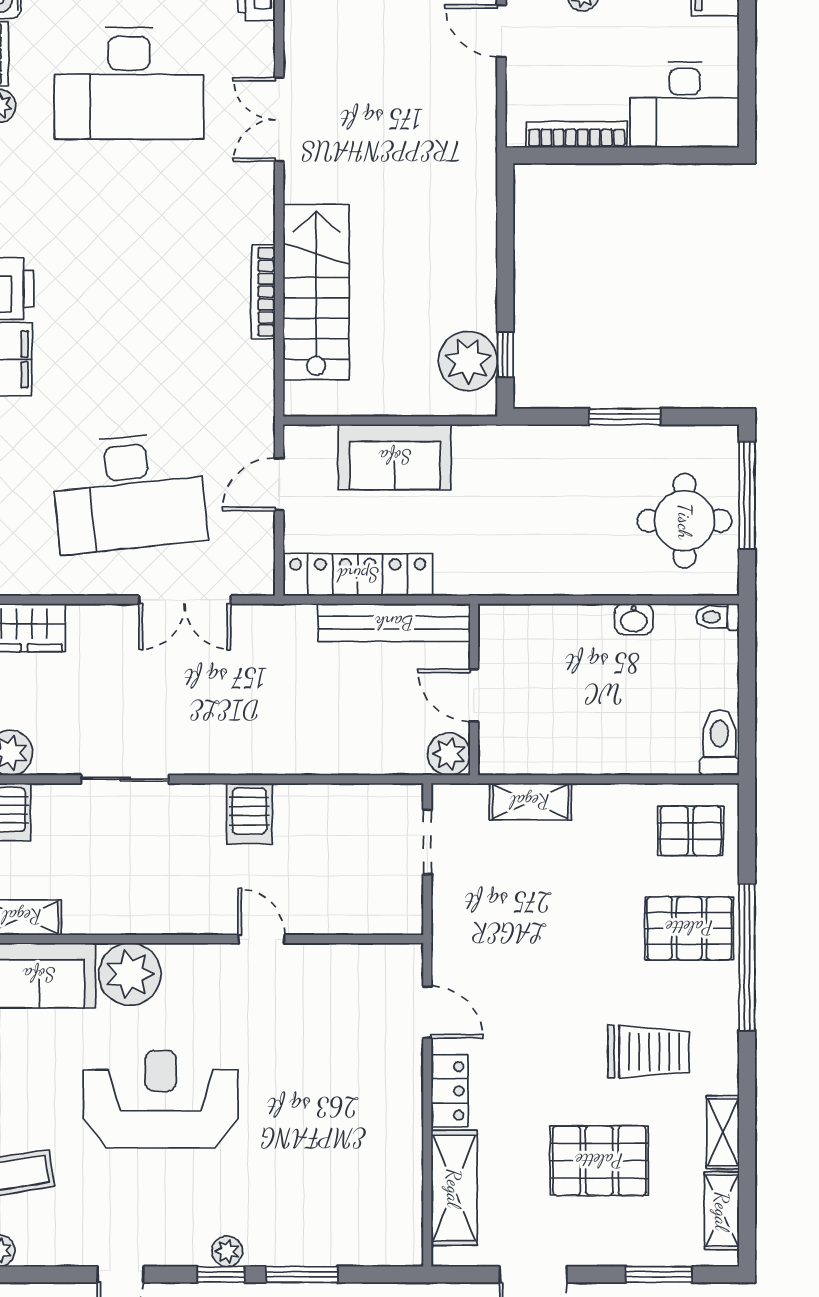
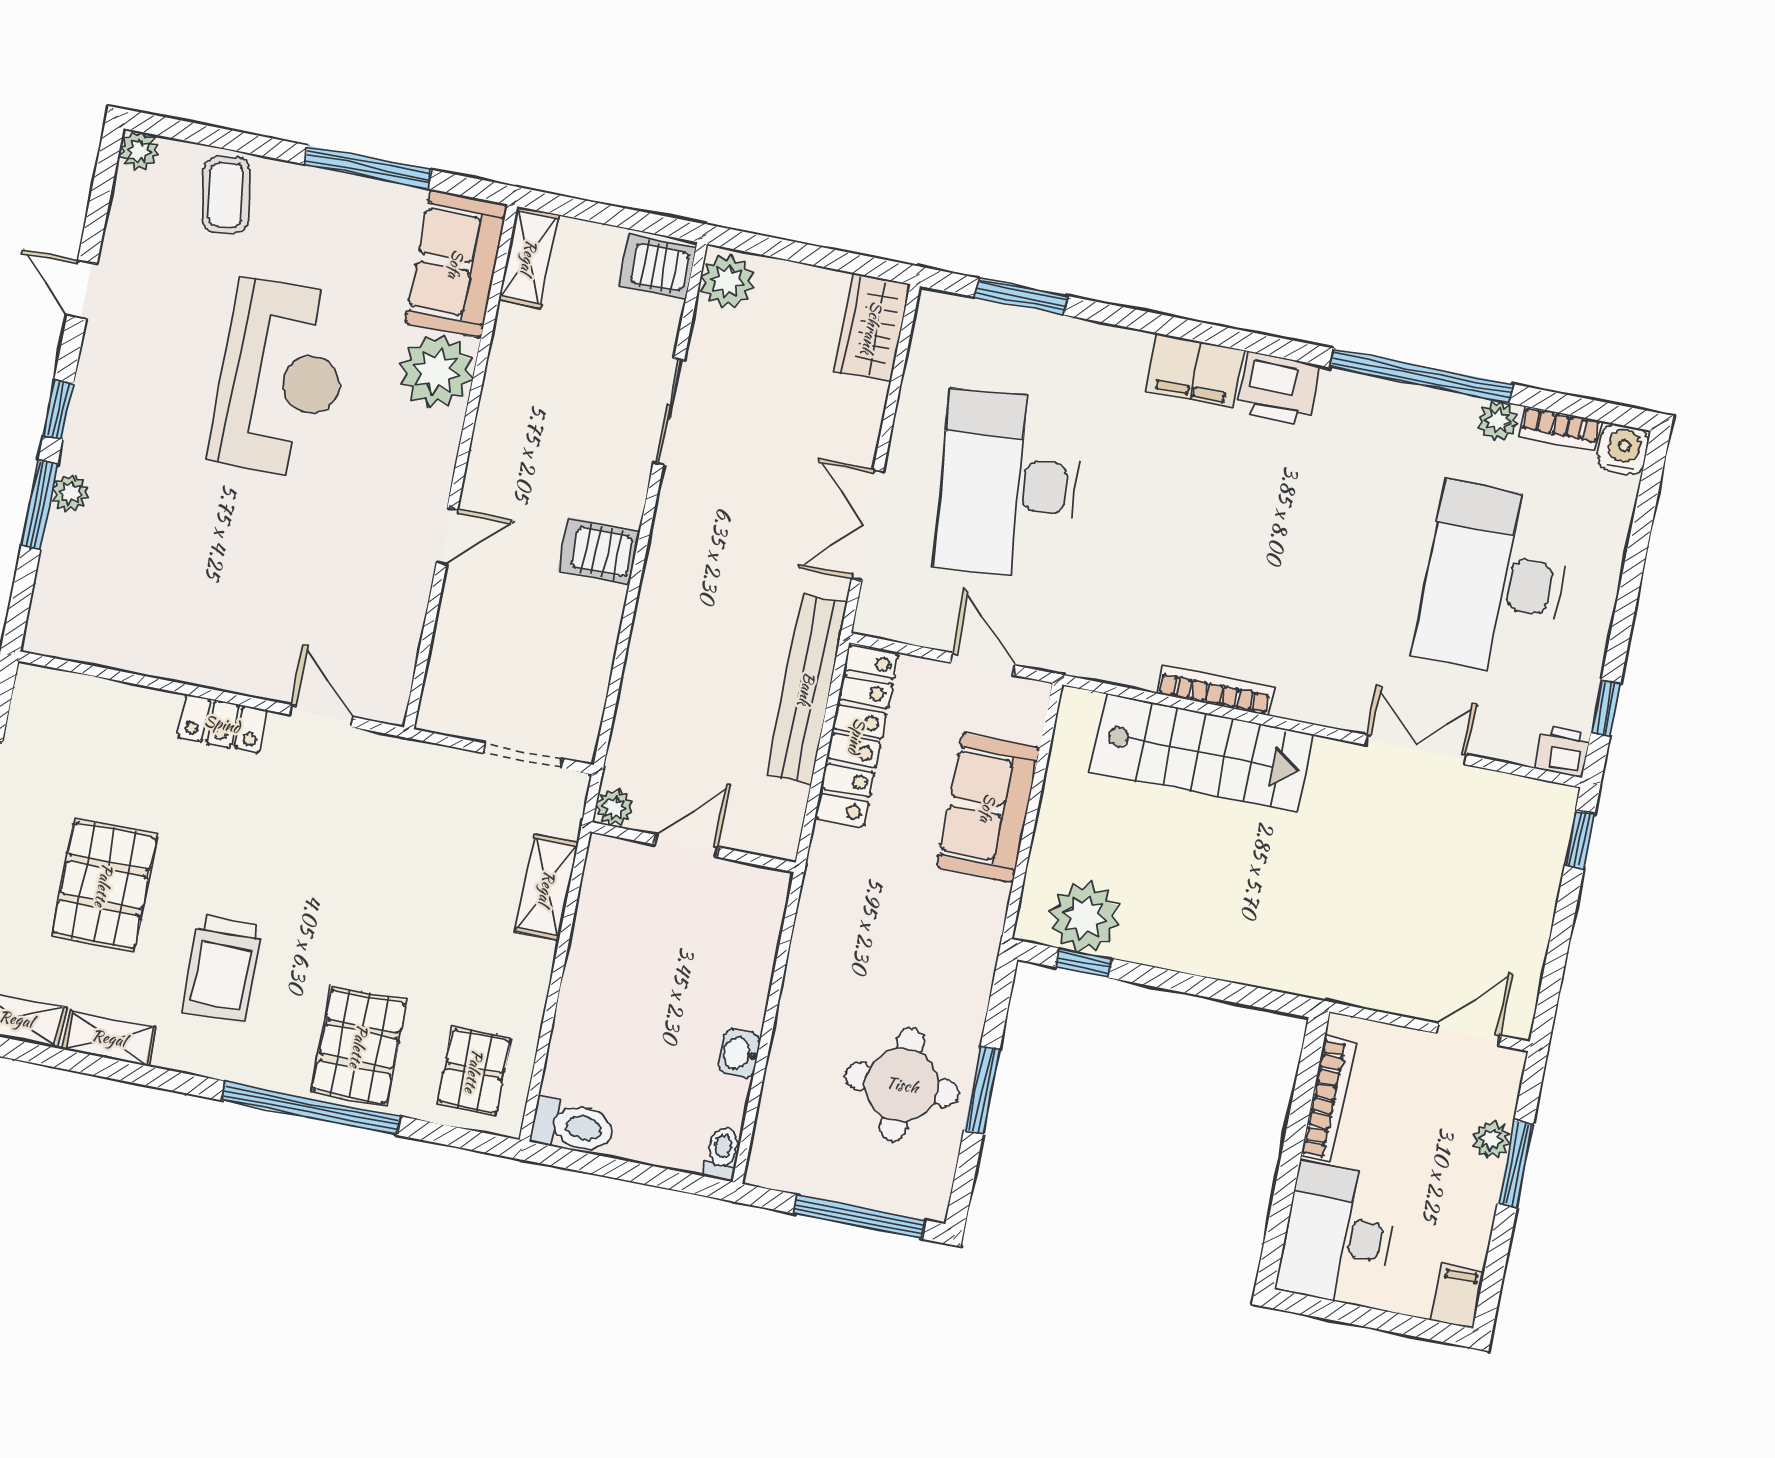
round table: (685, 521) -> (902, 1085), moved
bench: (394, 623) -> (807, 689), moved
plant: (449, 754) -> (614, 808), width x0.73, depth x0.73
door: (427, 1012) -> (321, 716), swing flipped
shelving: (454, 1188) -> (106, 706), removed
plant: (227, 1251) -> (70, 493), moved

